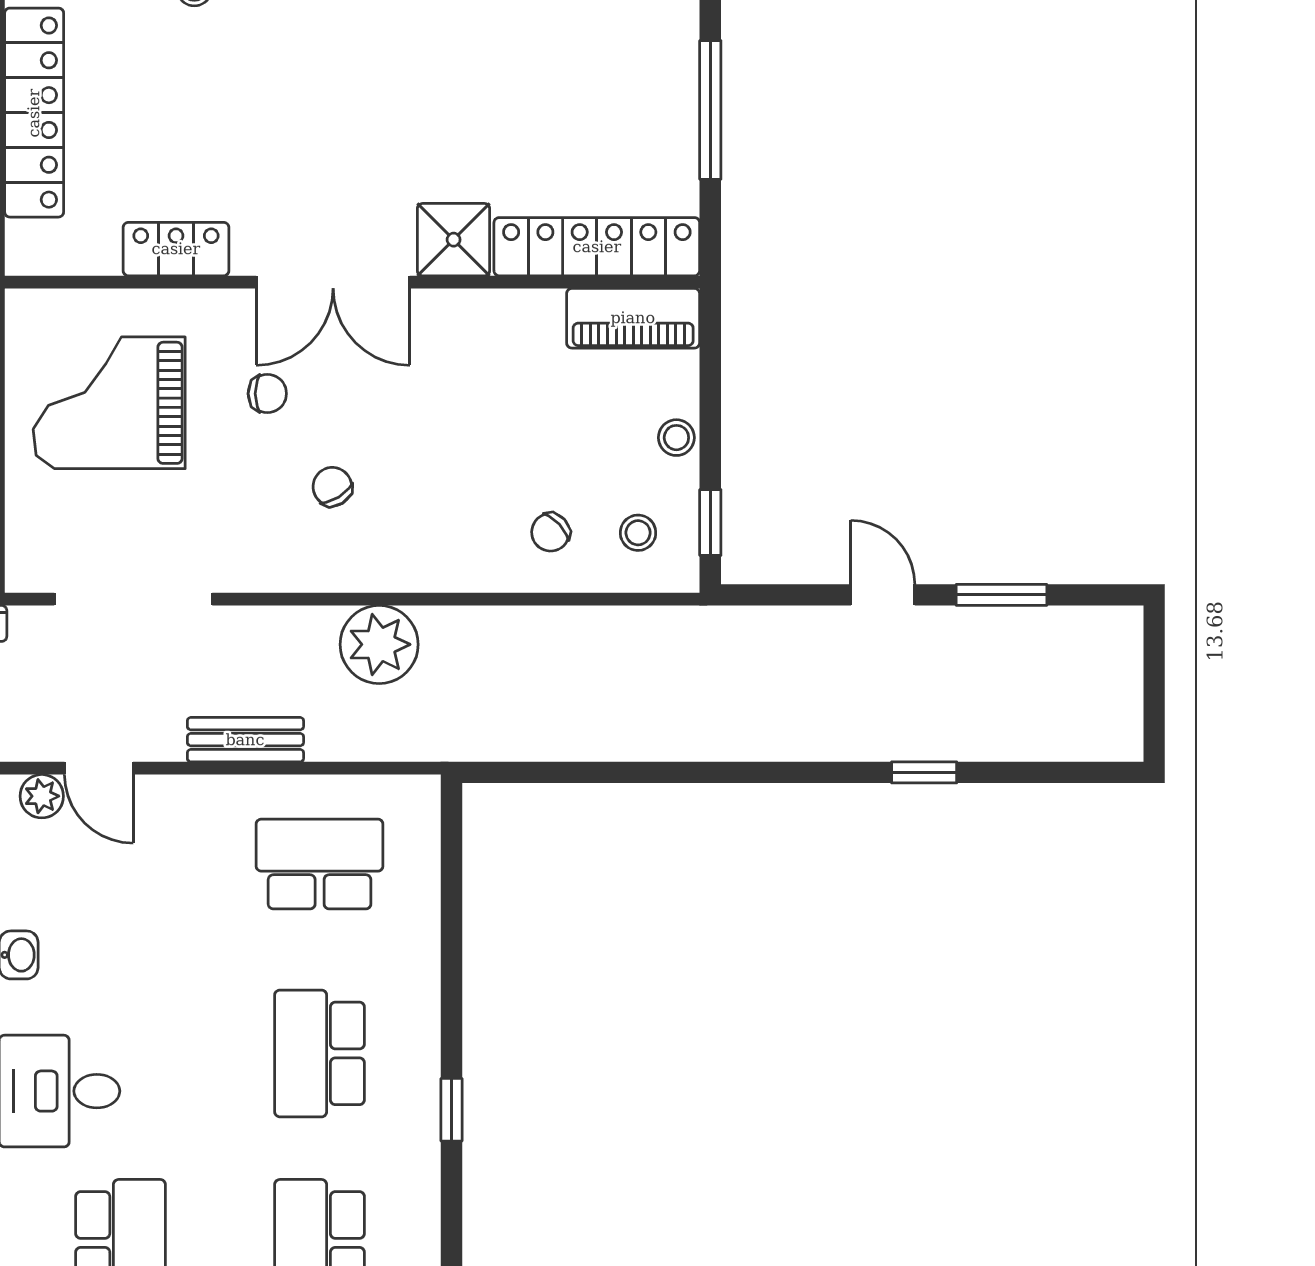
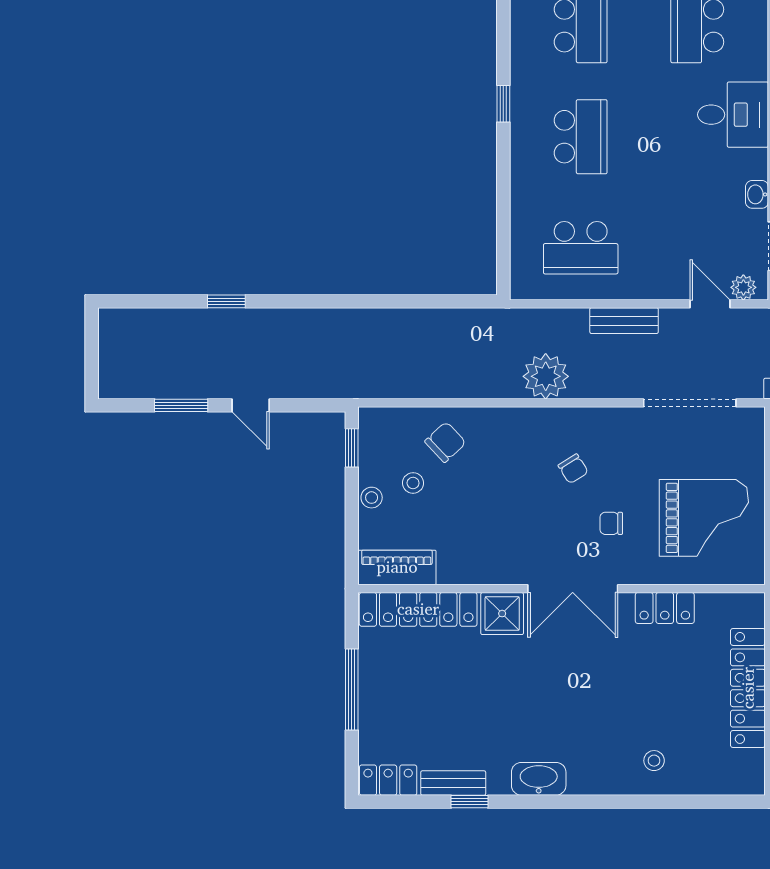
double door: (333, 282) -> (573, 589), swing flipped
chair: (551, 532) -> (445, 442), width x1.37, depth x1.37
stool: (638, 533) -> (413, 483), moved

